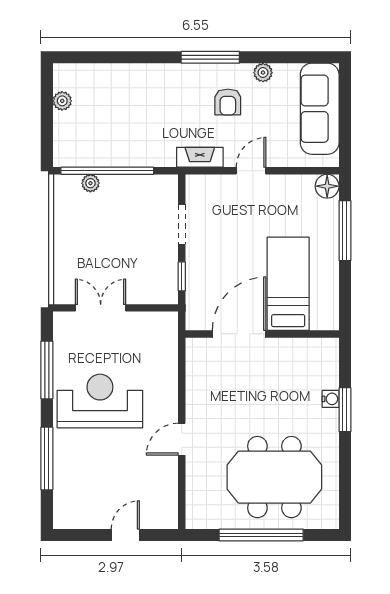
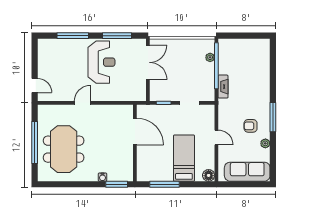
plant: (62, 101) -> (251, 43), removed
fireplace: (200, 157) -> (223, 87), moved
window: (345, 231) -> (164, 184), moved
bed: (288, 284) -> (184, 158), moved, turned -90
double door: (101, 308) -> (148, 62), width x1.37
window: (345, 410) -> (117, 184), moved
door: (182, 439) -> (82, 103), hinge flipped
door: (125, 535) -> (35, 86), moved

